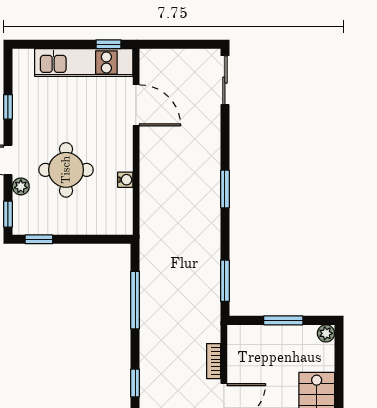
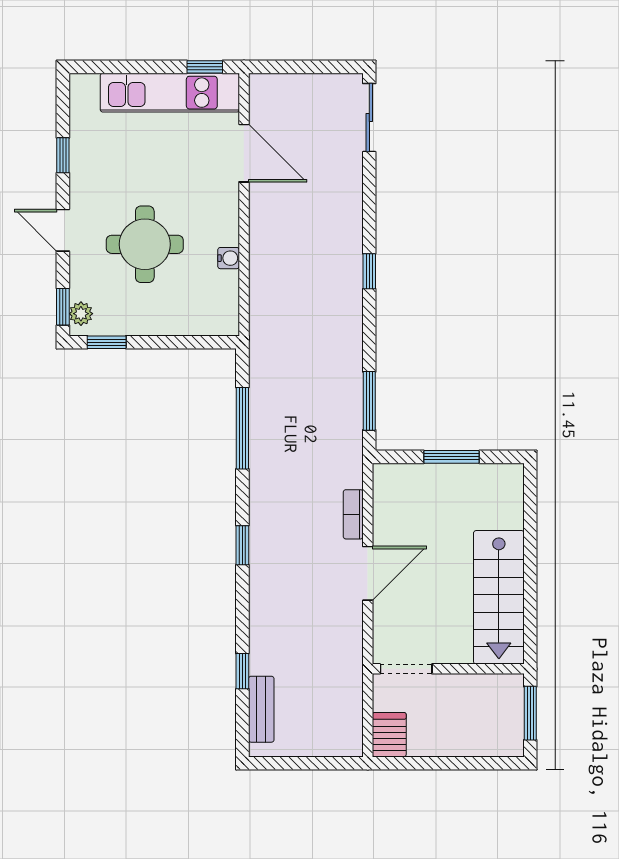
plant: (21, 186) -> (81, 314), moved
window: (225, 189) -> (369, 271), width x0.67
plant: (326, 333) -> (512, 475), removed

